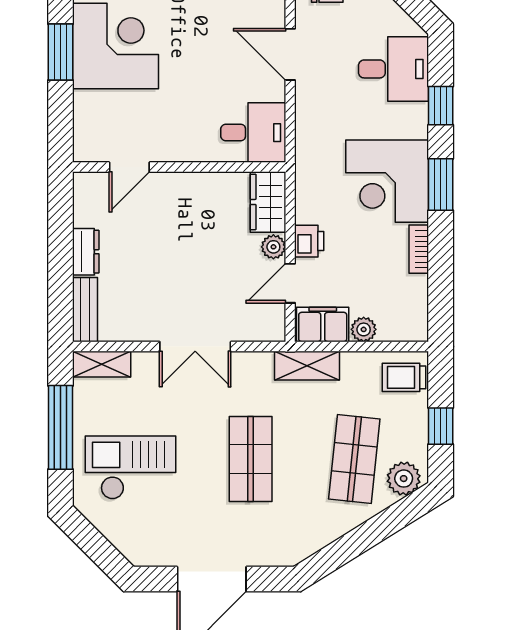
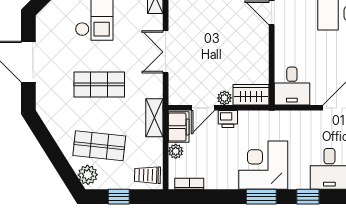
bookcase: (419, 249) -> (189, 184), moved
door: (290, 283) -> (203, 108), swing flipped
trolley: (404, 377) -> (147, 175), turned -89

